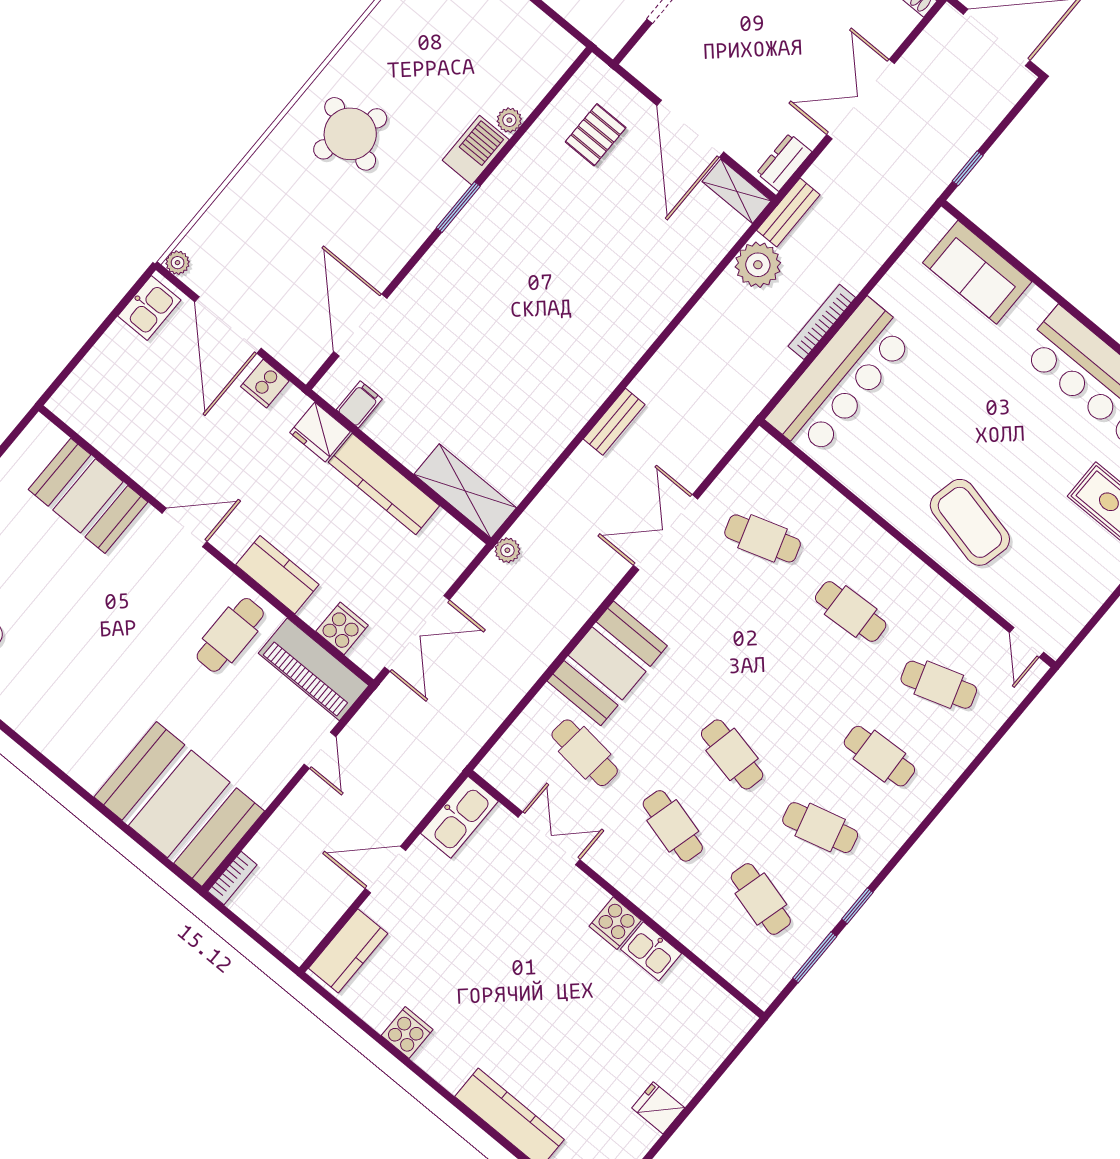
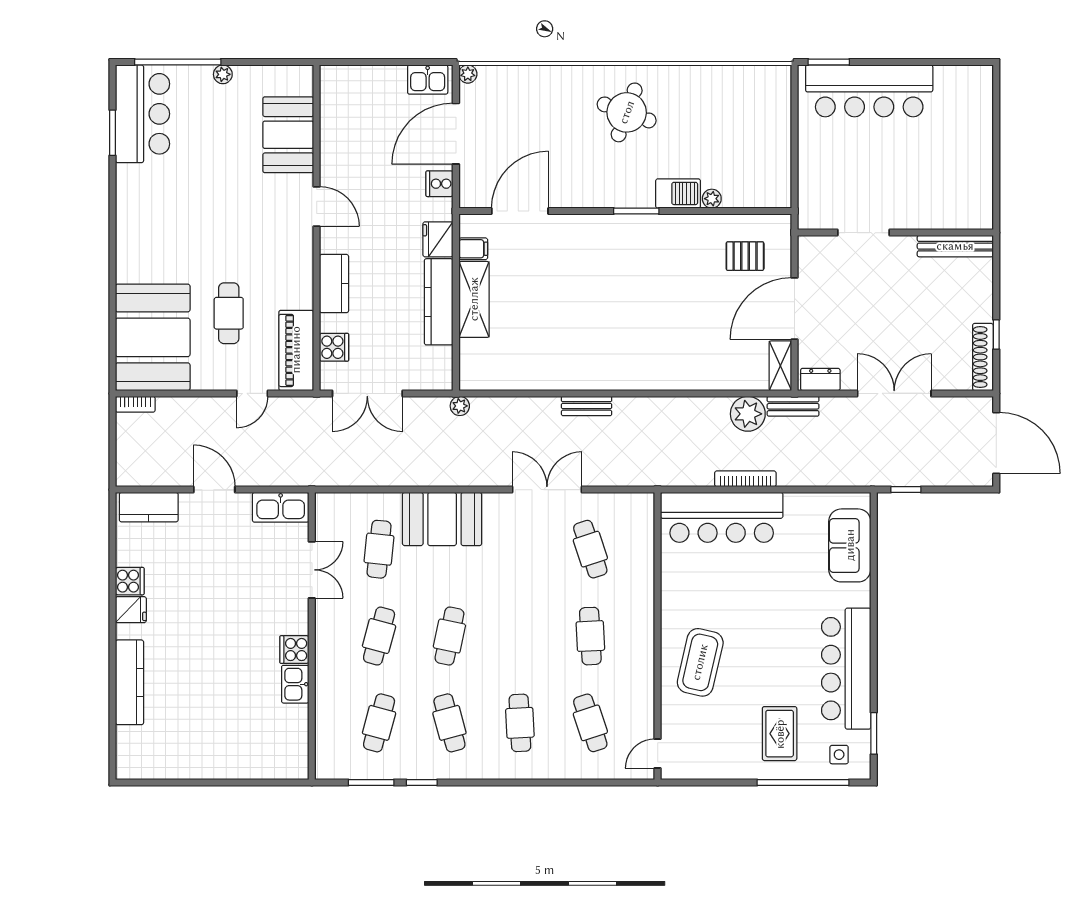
shelving: (465, 491) -> (474, 299), moved
cafe table: (230, 635) -> (229, 313), moved, turned 90
fridge: (658, 1108) -> (131, 610), moved, turned 90

